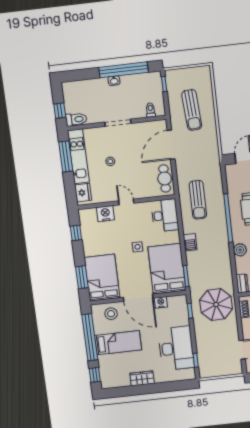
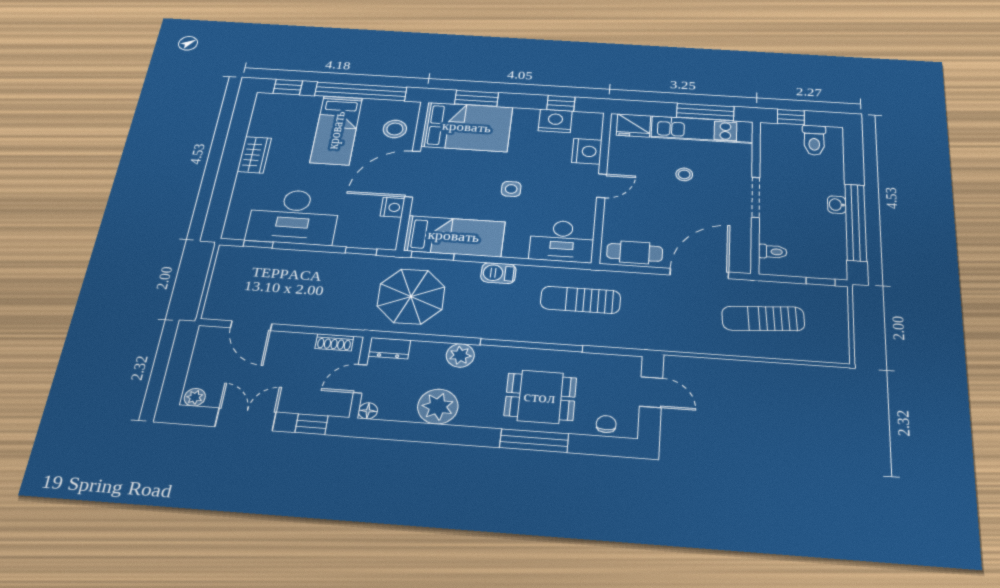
toilet: (76, 119) -> (814, 140), moved
door: (171, 145) -> (699, 274), hinge flipped
nightstand: (89, 234) -> (555, 121), added
bed: (167, 269) -> (454, 236), width x0.67
parasol: (216, 305) -> (411, 296), moved

